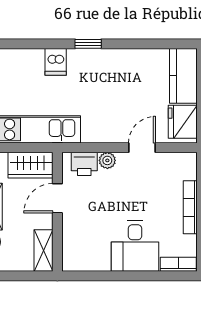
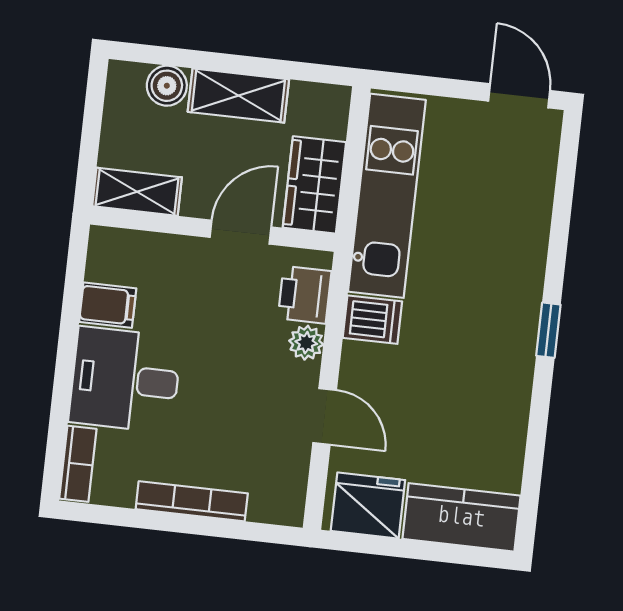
dishwasher: (56, 62) -> (372, 320), moved, turned 180
door: (57, 198) -> (241, 232), hinge flipped
filing cabinet: (100, 258) -> (108, 305), added

